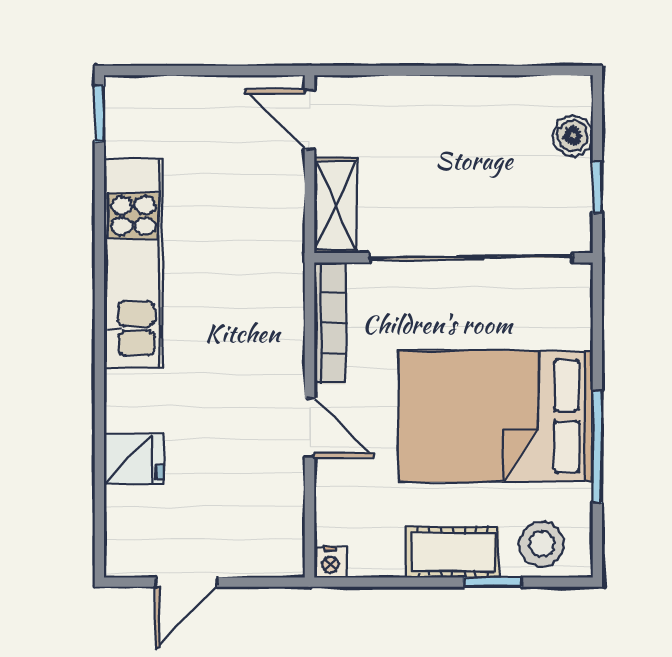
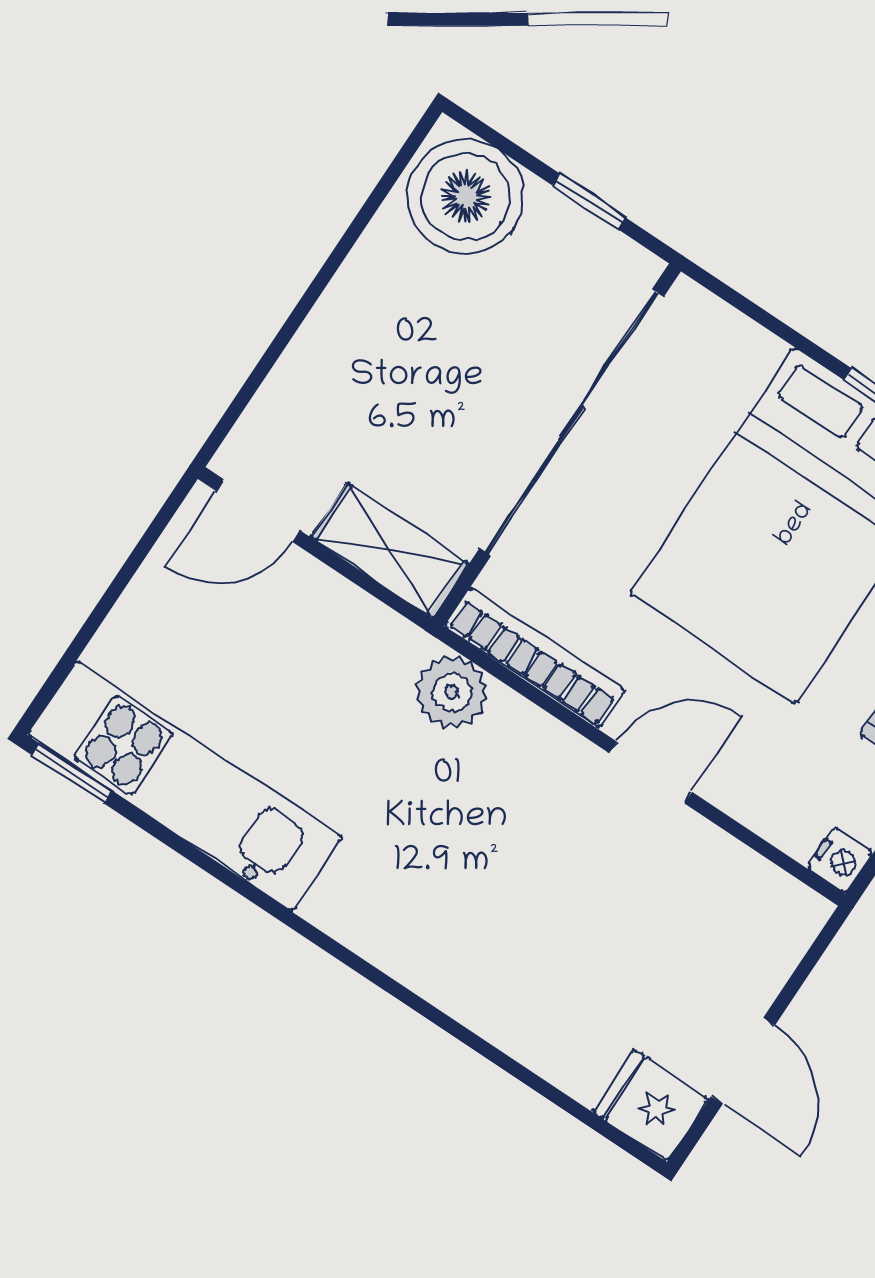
boiler: (573, 136) -> (466, 197), width x1.86, depth x1.86
kitchen unit: (133, 264) -> (185, 786), moved
plant: (281, 290) -> (452, 692), added
fridge: (133, 459) -> (651, 1105), moved, turned -90

